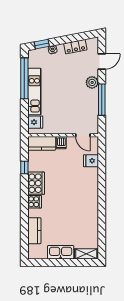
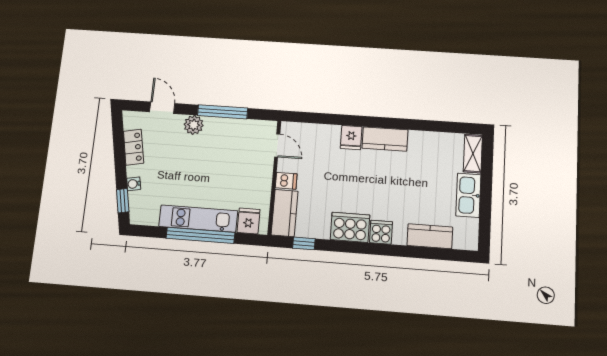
window: (24, 78) -> (200, 235), moved
door: (83, 135) -> (277, 145), hinge flipped
fridge: (91, 161) -> (351, 138), moved
window: (24, 168) -> (304, 243), moved
kitchen counter: (92, 201) -> (385, 139), added

